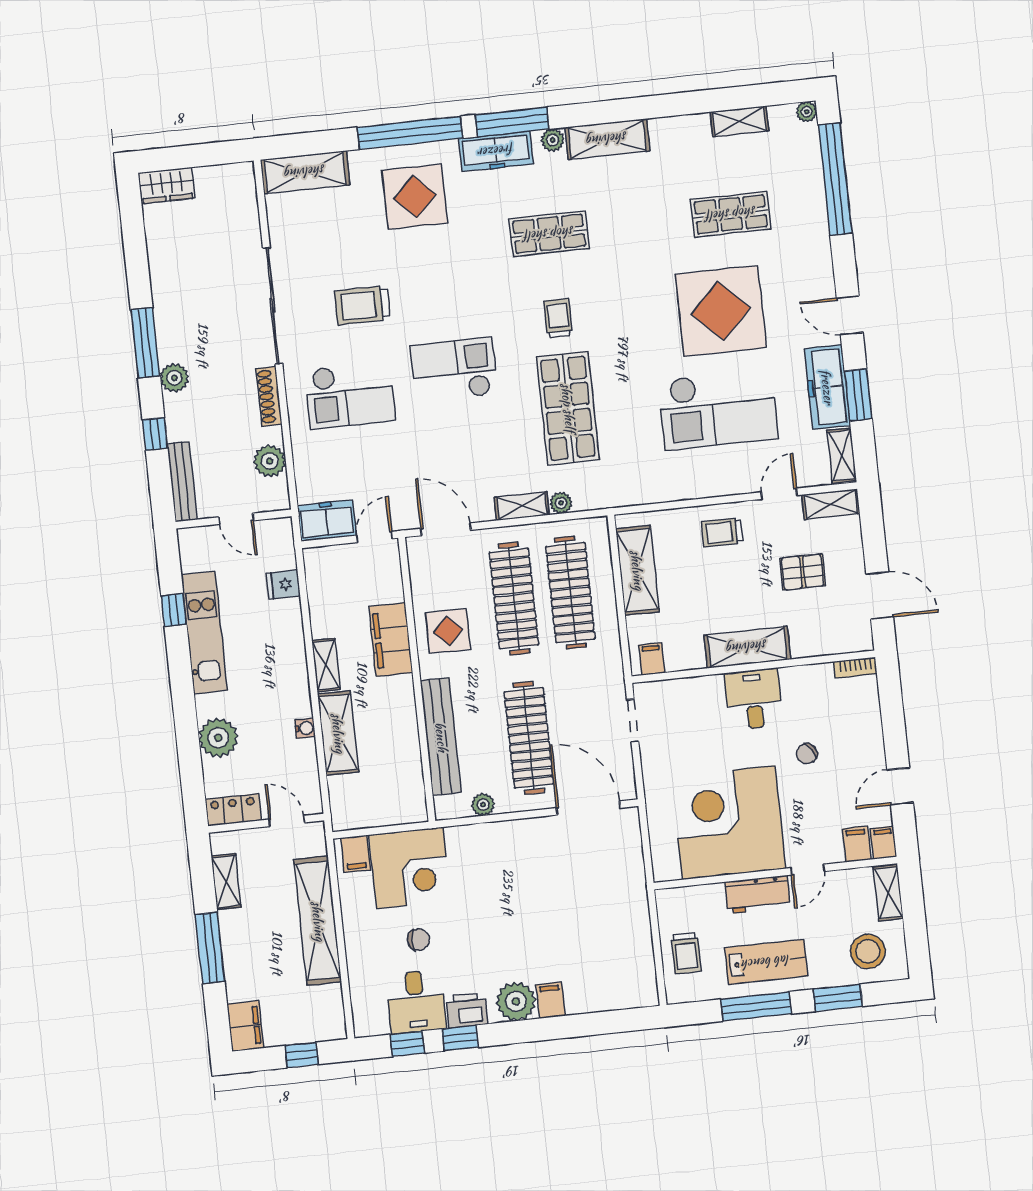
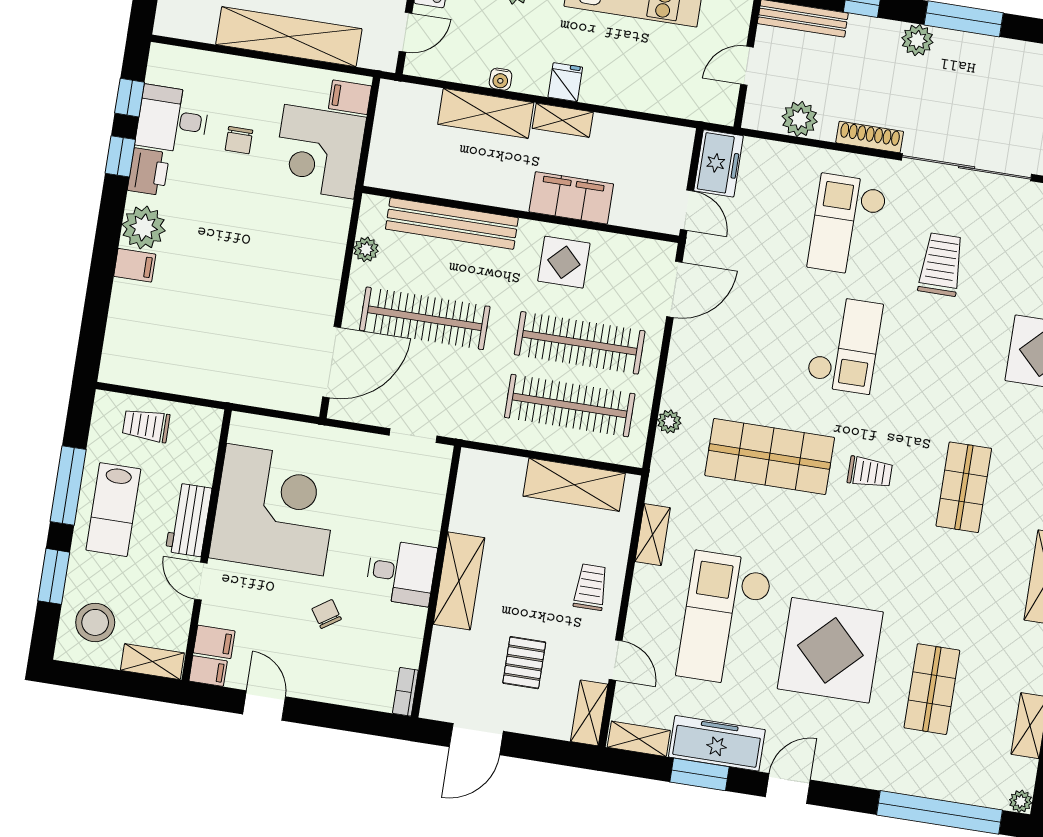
shelving: (522, 506) -> (653, 535), moved
fridge: (283, 584) -> (565, 82), moved
filing cabinet: (652, 659) -> (474, 474), removed

